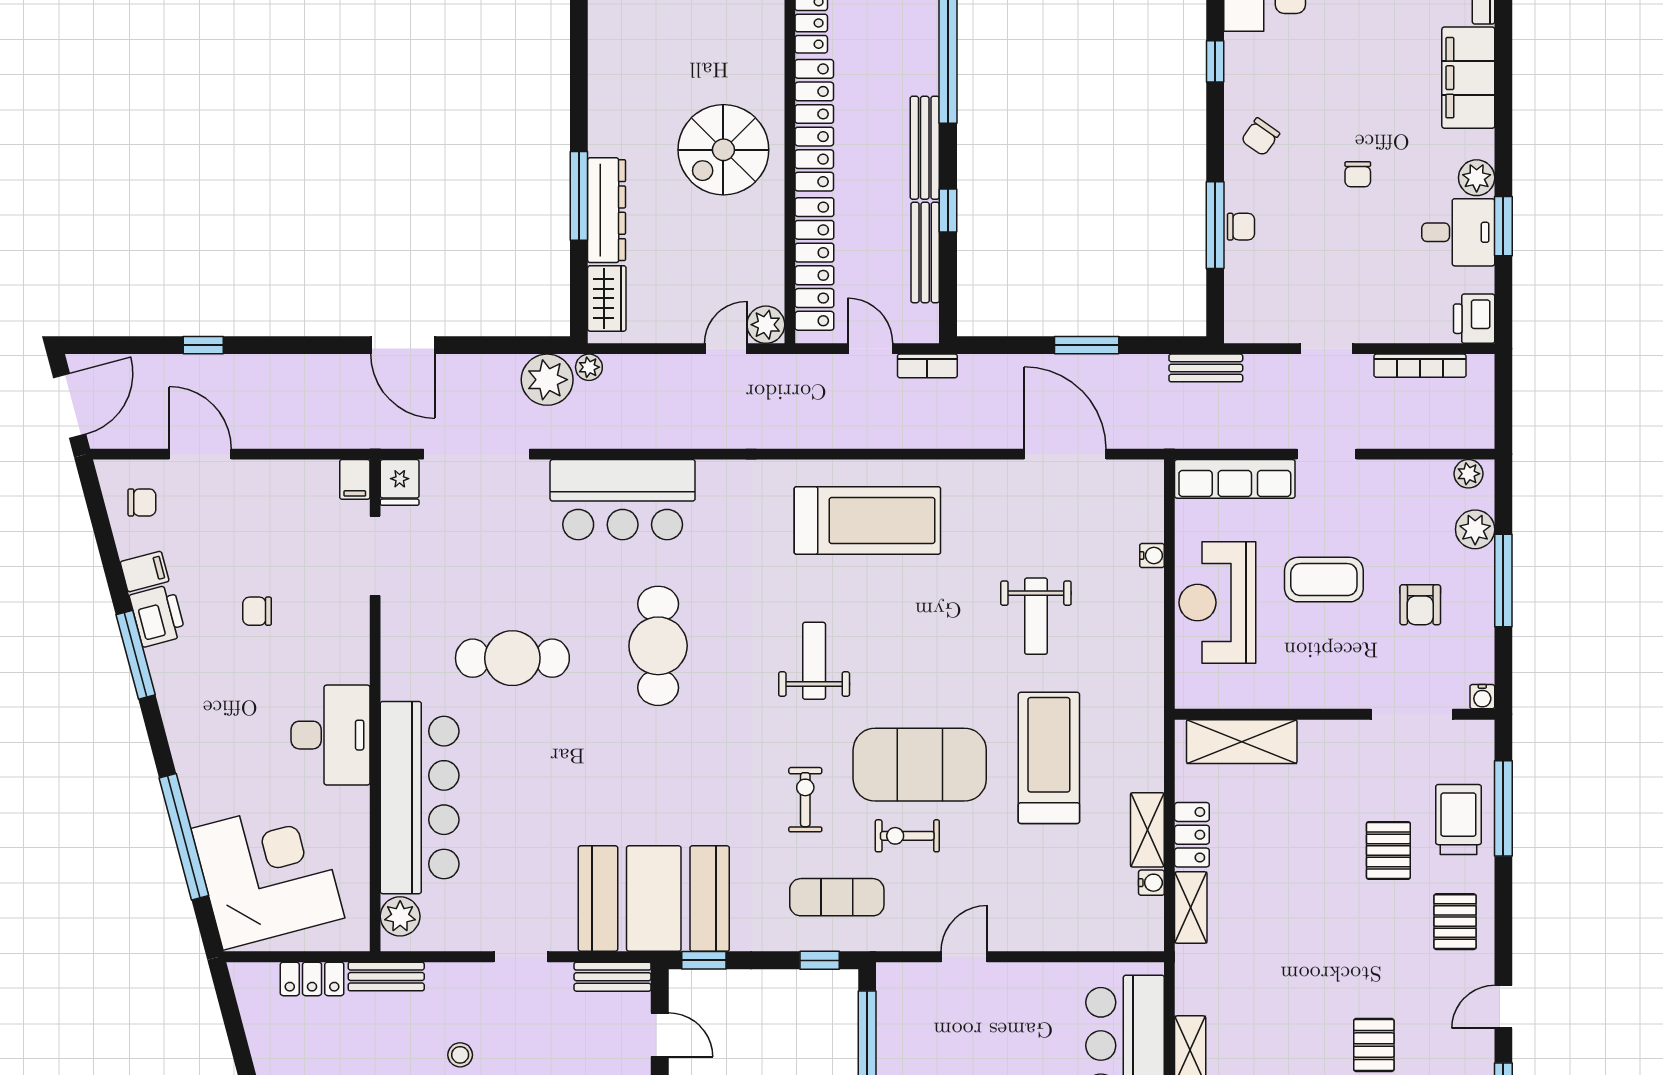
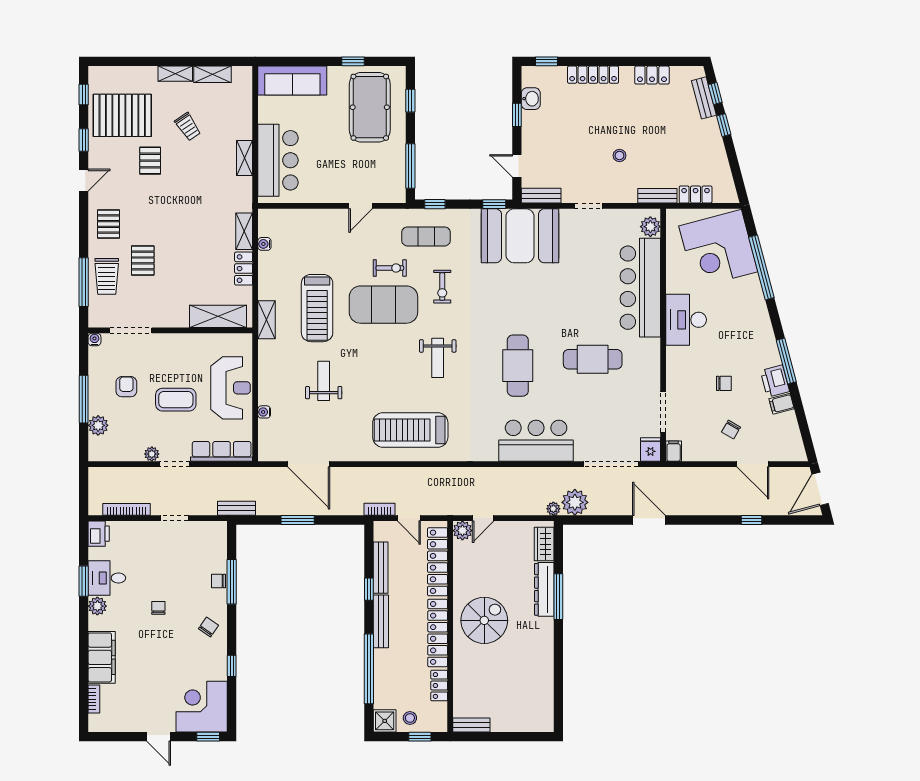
plant: (1468, 474) -> (152, 454), moved
chair: (142, 502) -> (731, 430), moved, turned -60
shelving: (1147, 830) -> (267, 320), moved

